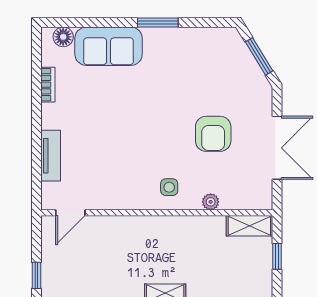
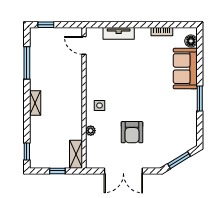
armchair: (213, 134) -> (132, 132), turned -90

